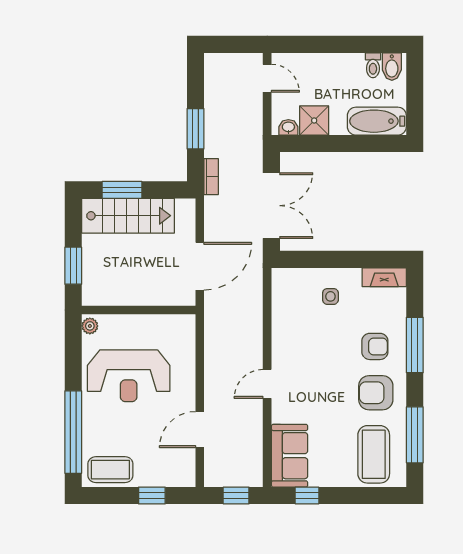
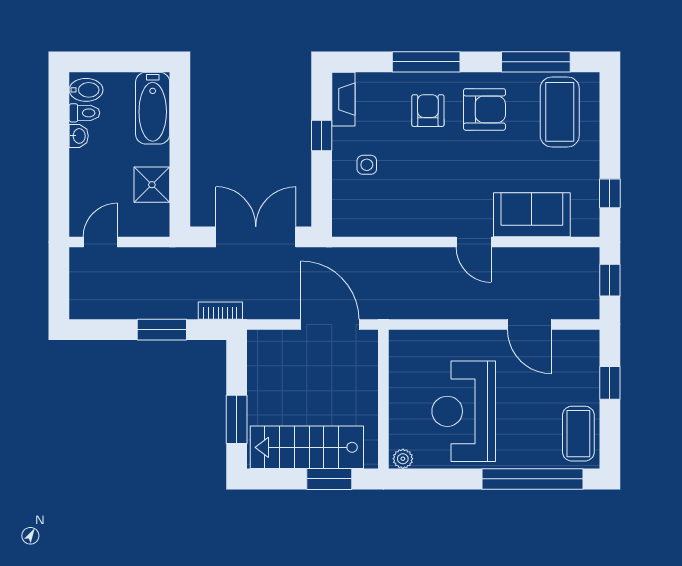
washbasin: (288, 127) -> (79, 136), moved, turned 180
stairs: (128, 216) -> (307, 447), moved, turned -90
window: (354, 259) -> (322, 136), added
reception desk: (129, 376) -> (464, 411), turned 180
armchair: (376, 393) -> (484, 109), turned -90
coffee table: (374, 454) -> (560, 112), turned 90
sofa: (290, 456) -> (532, 215), moved

